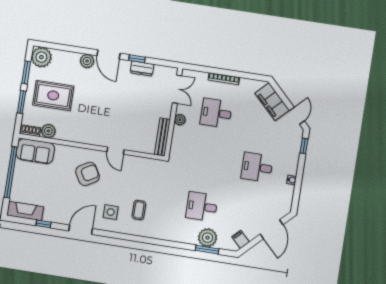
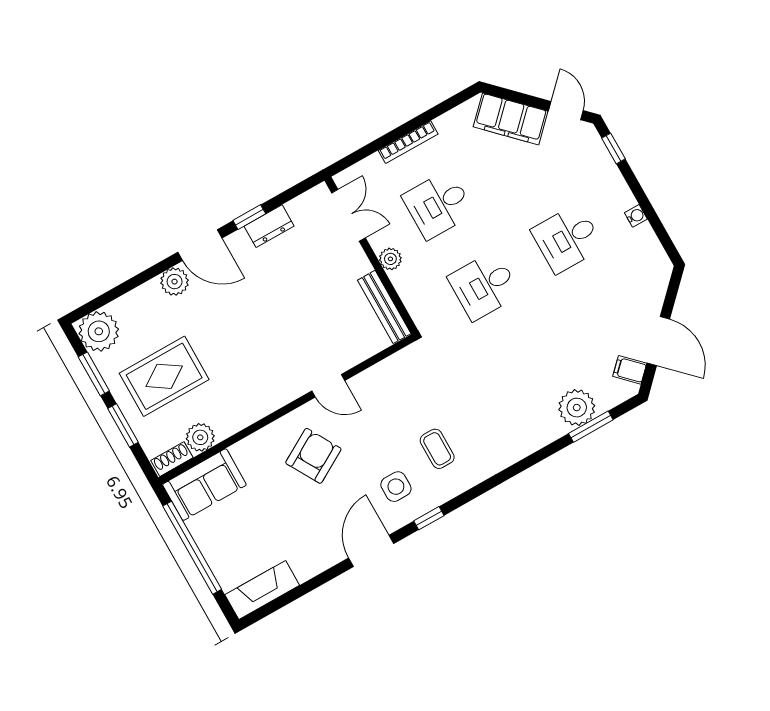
desk: (202, 207) -> (484, 286), moved
window: (43, 224) -> (429, 518), moved
door: (272, 229) -> (658, 341), moved

